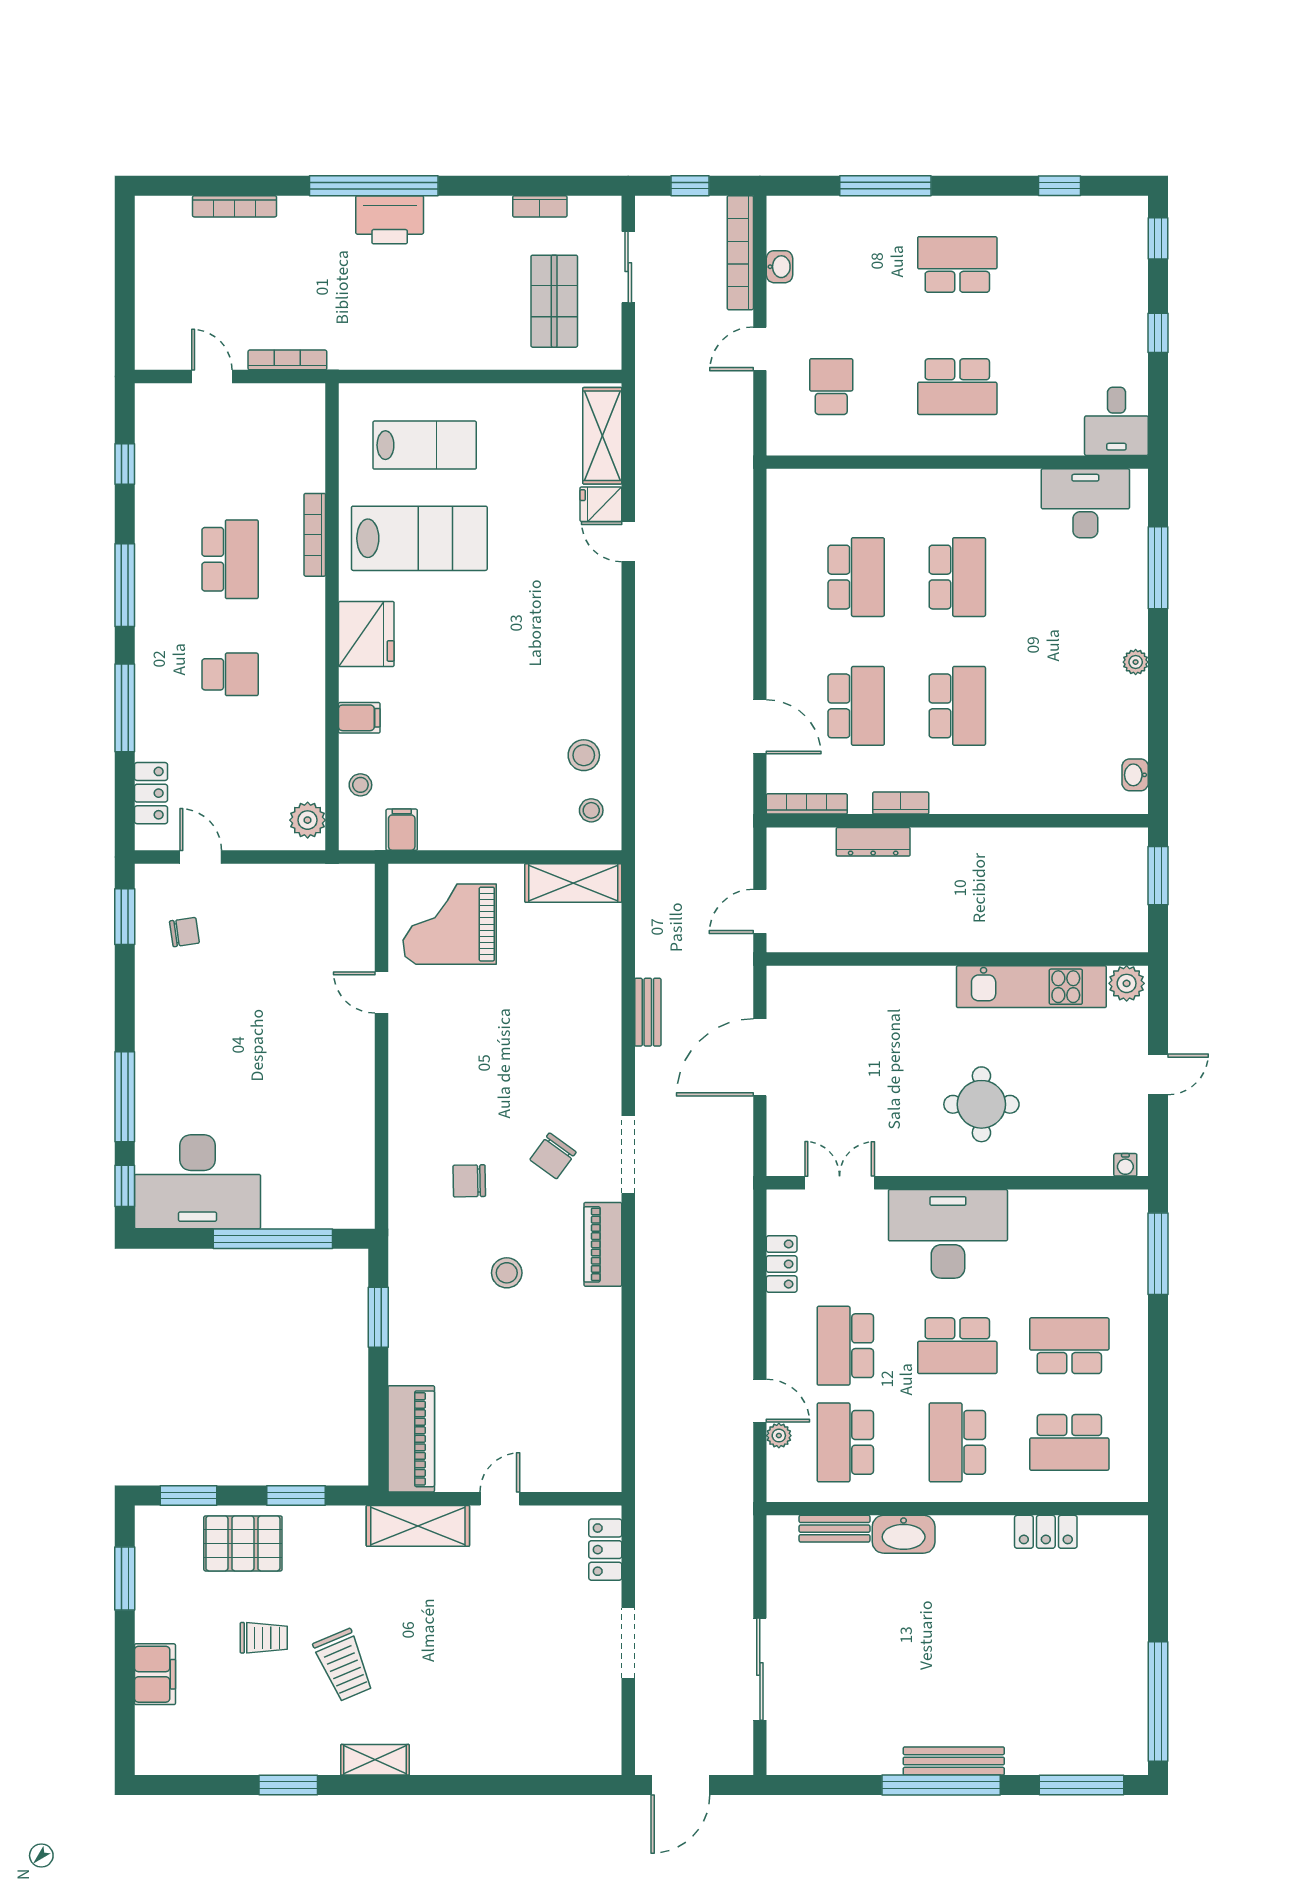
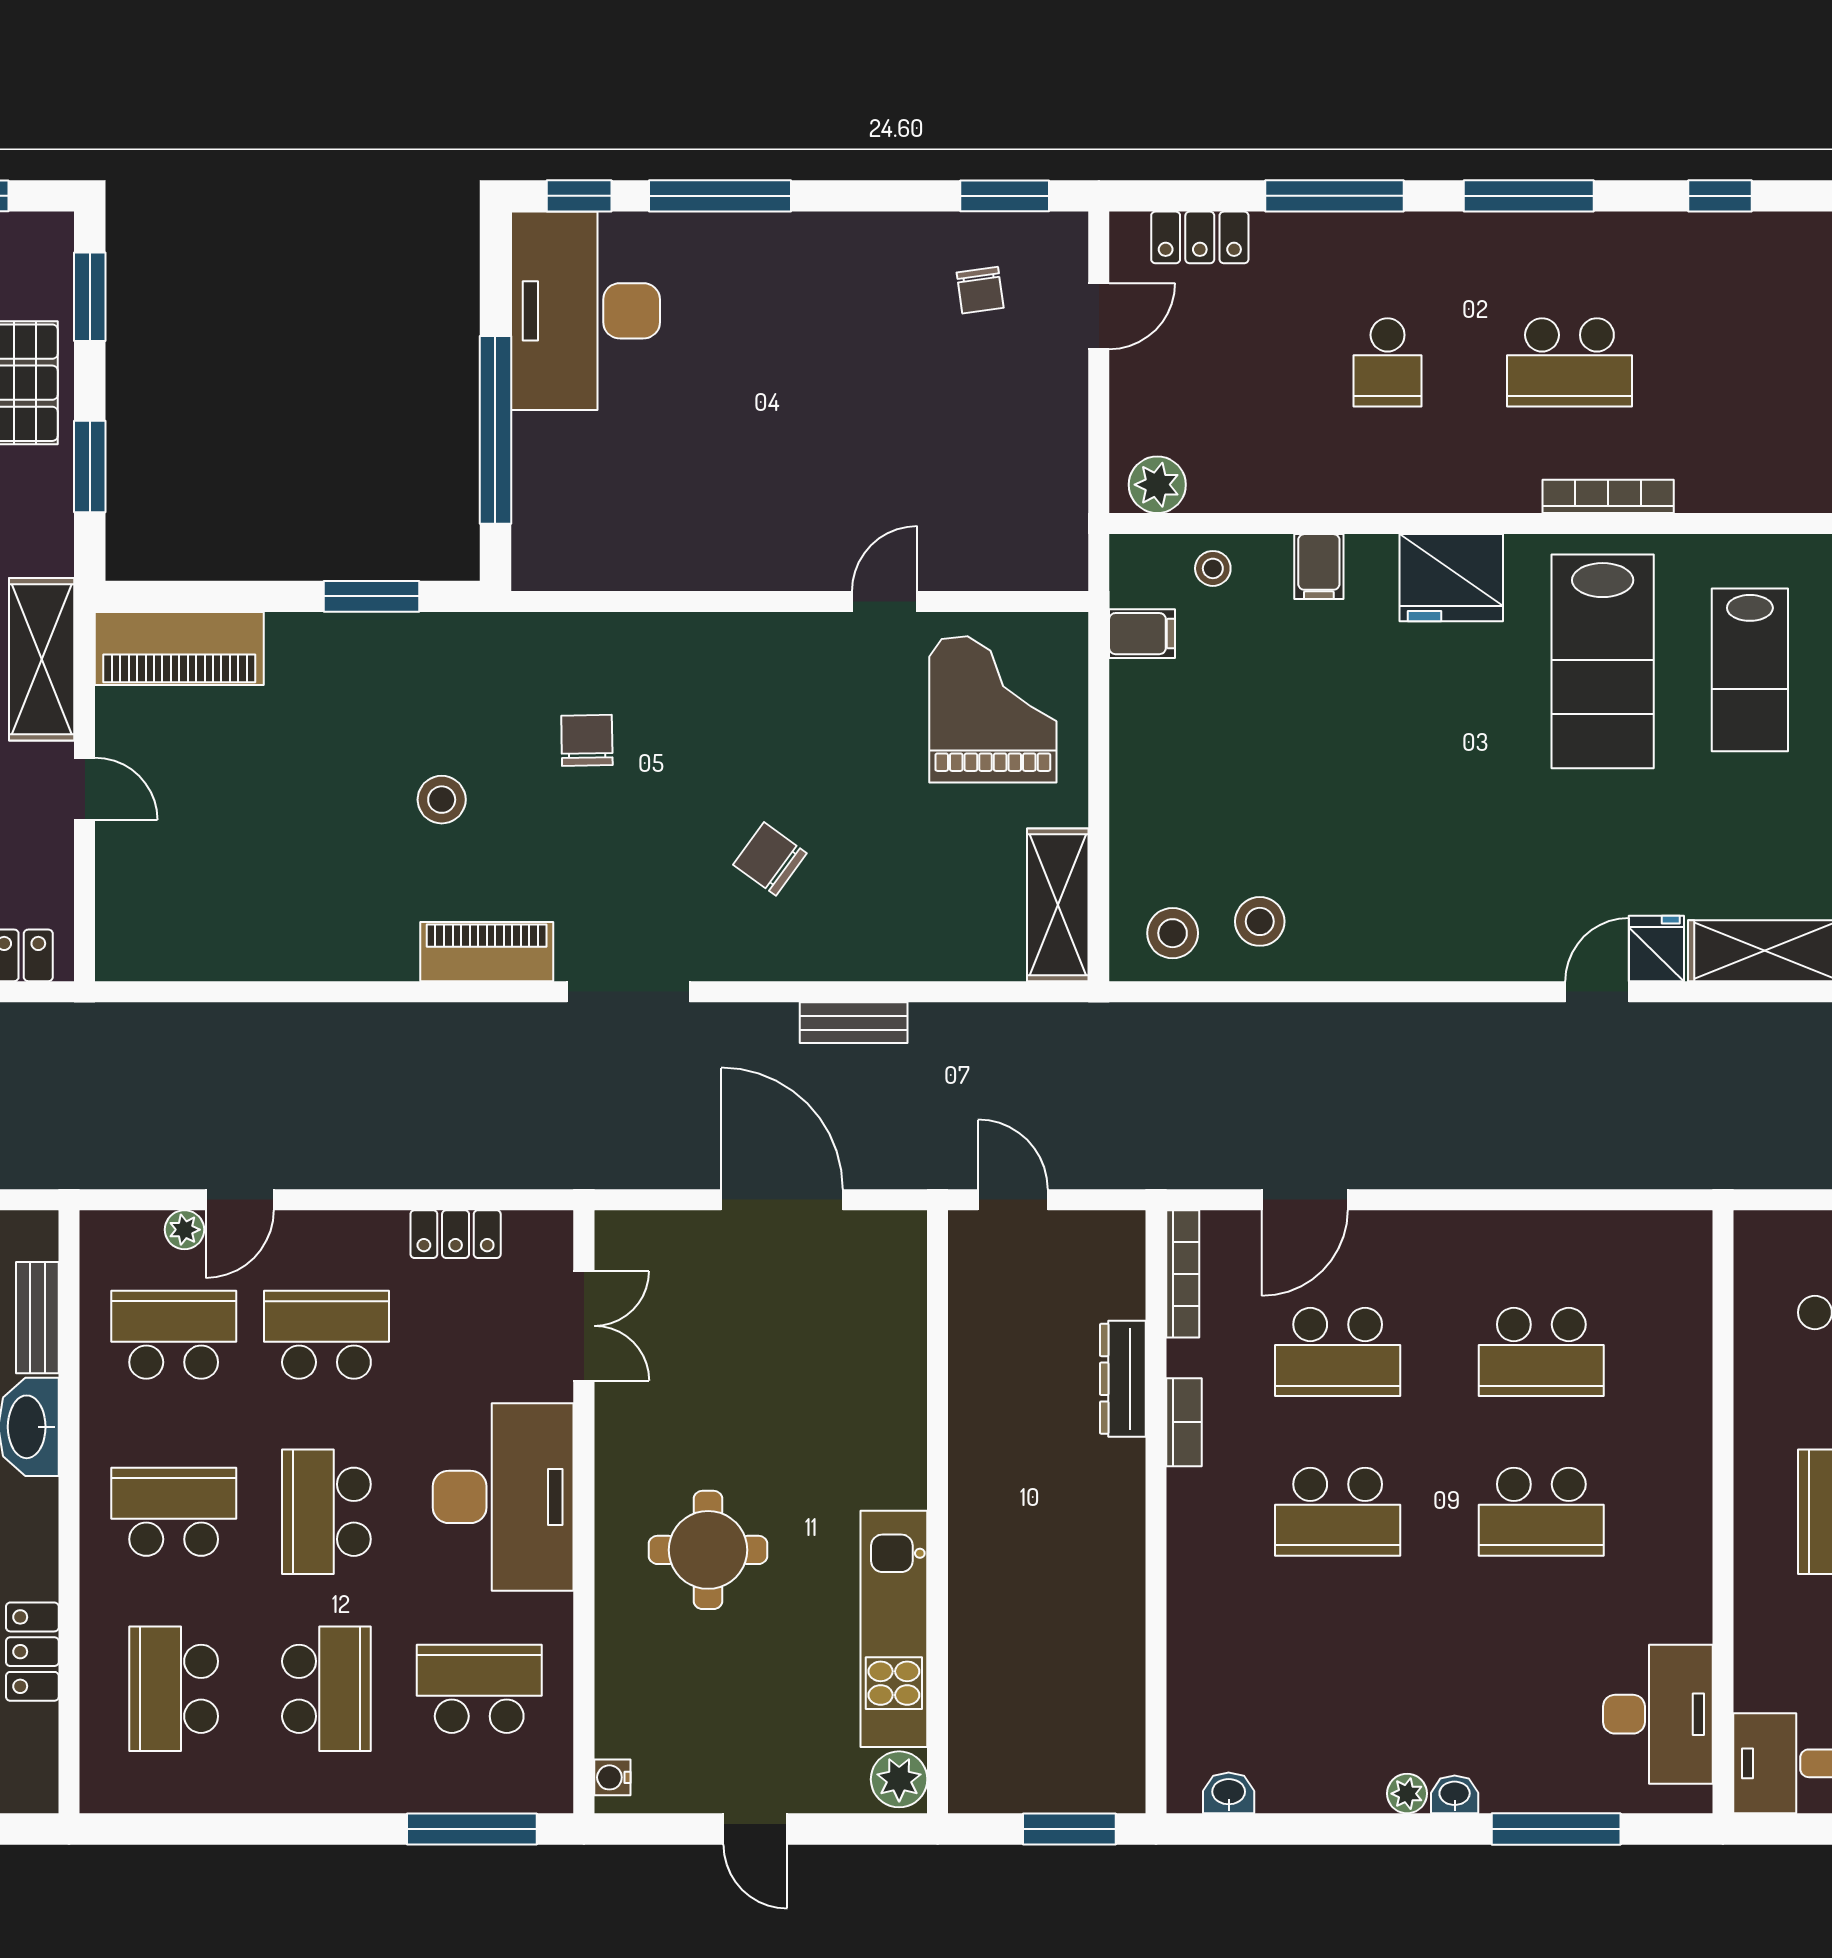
washbasin: (1136, 632) -> (1455, 1794), added
stool: (591, 810) -> (1173, 933), width x1.37, depth x1.37
chair: (553, 1156) -> (770, 859), moved
school desk: (1069, 1249) -> (479, 1689), added

